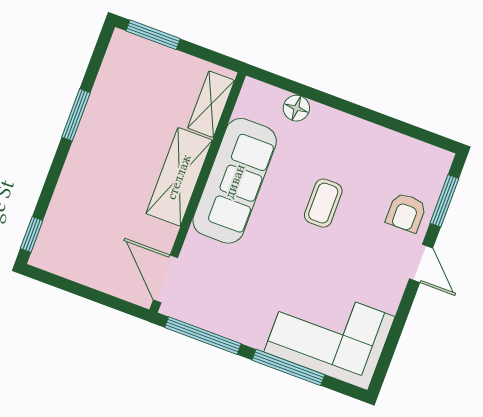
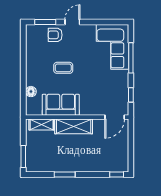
sofa: (235, 181) -> (61, 105), width x0.73
armchair: (406, 213) -> (55, 35), turned 180
window: (203, 336) -> (131, 95), width x0.46

